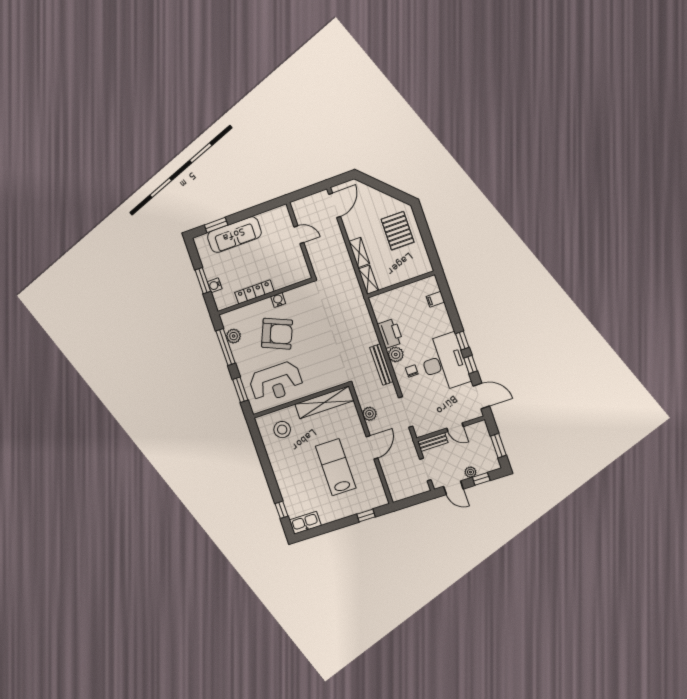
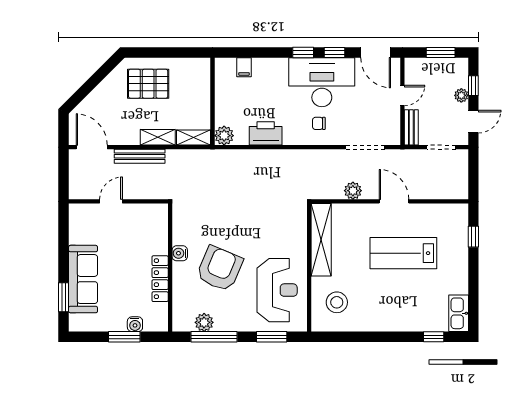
plant: (396, 354) -> (224, 136), moved
bench: (382, 365) -> (140, 156), moved
door: (481, 396) -> (376, 53), swing flipped

